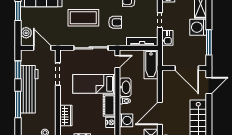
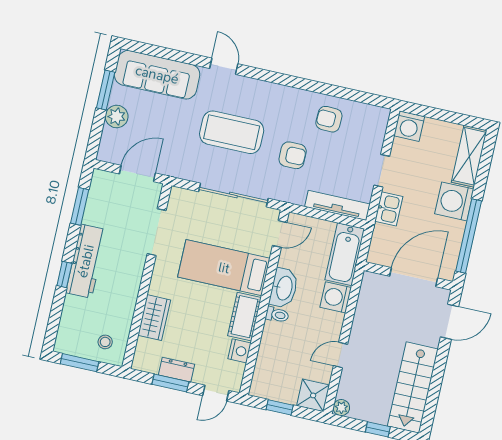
plant: (26, 33) -> (117, 117), moved
window: (209, 42) -> (469, 236), width x1.46
door: (42, 48) -> (137, 174), hinge flipped
door: (187, 68) -> (414, 277), swing flipped
workbench: (29, 89) -> (86, 261), width x0.73, depth x0.76
window: (18, 104) -> (64, 275), width x0.46
door: (160, 113) -> (341, 355), width x0.53
washing machine: (126, 120) -> (336, 297), moved, turned 180

